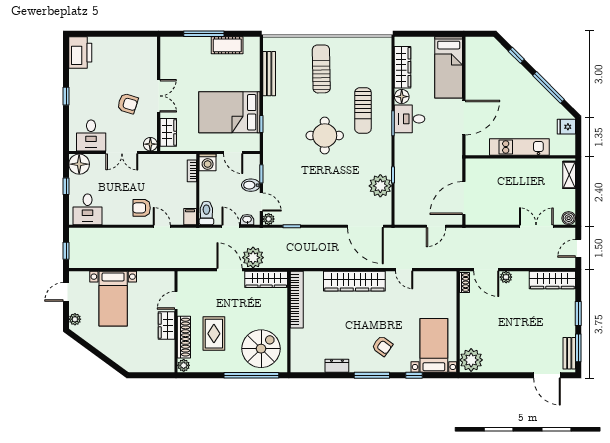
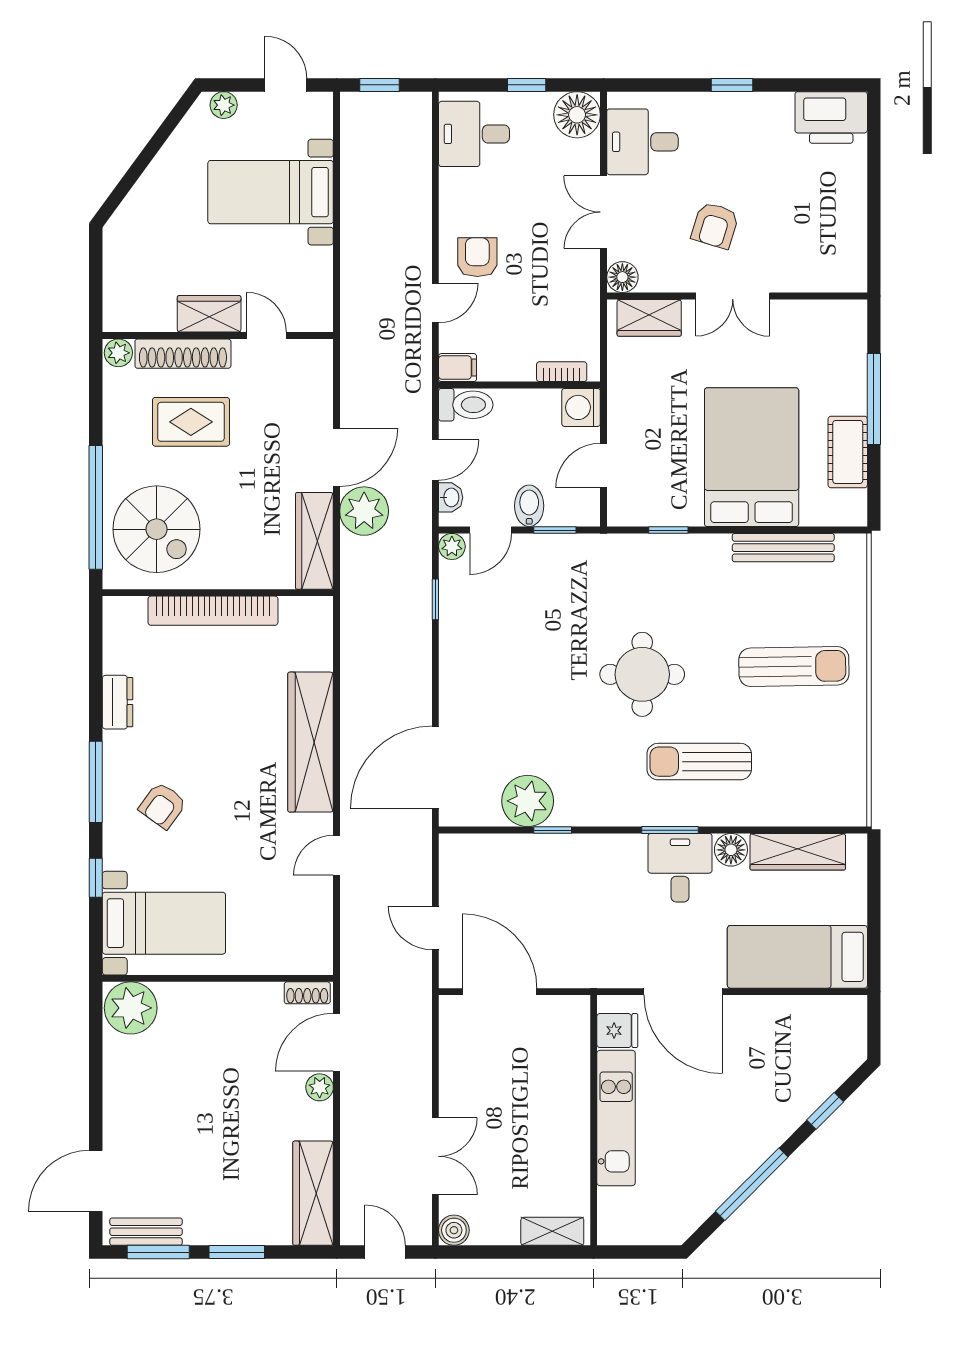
bed: (229, 112) -> (752, 457), moved
fridge: (566, 127) -> (617, 1031), moved, turned 90
bookcase: (297, 300) -> (213, 611), moved

